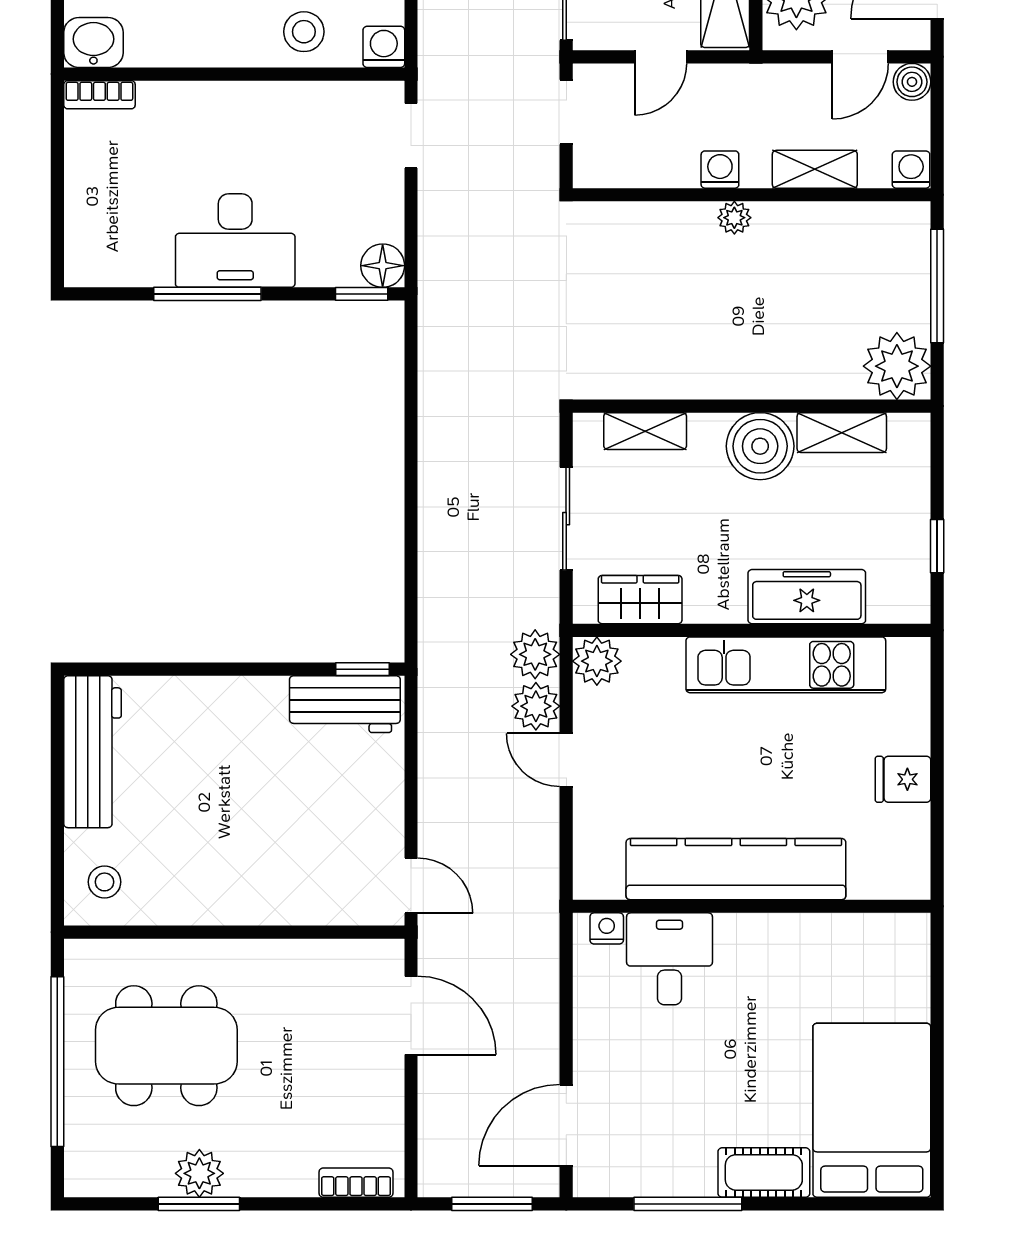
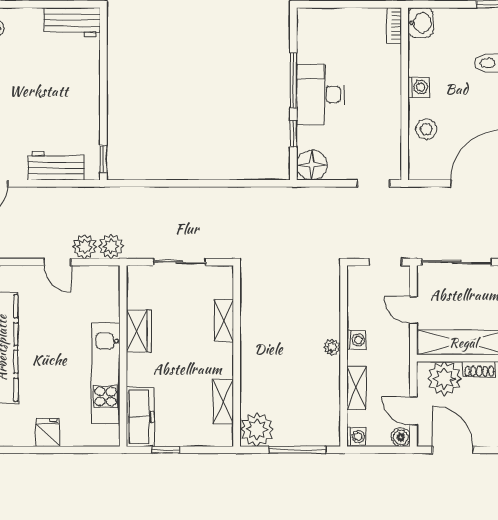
washing machine: (384, 47) -> (418, 87), moved
floor lamp: (383, 266) -> (312, 165), width x1.38, depth x1.38
window: (362, 294) -> (293, 134), moved
shelving: (645, 431) -> (224, 321), moved
boiler: (760, 446) -> (216, 360), removed
freezer: (807, 597) -> (140, 417), moved
wardrobe: (640, 600) -> (139, 331), moved
plant: (597, 661) -> (108, 278), removed
workbench: (345, 704) -> (56, 166), moved, turned 90
workbench: (92, 752) -> (72, 22), width x0.73
door: (566, 760) -> (57, 262), swing flipped

